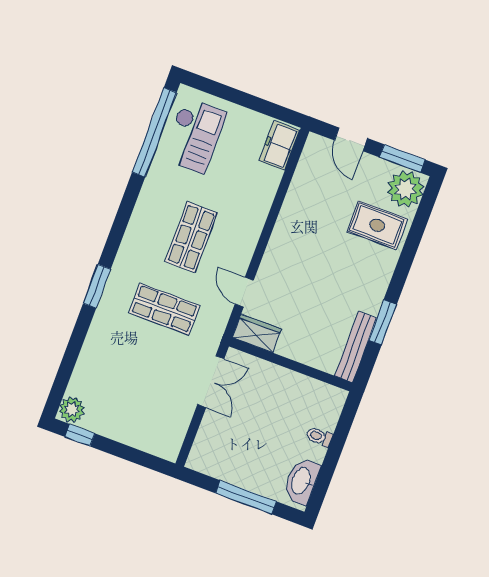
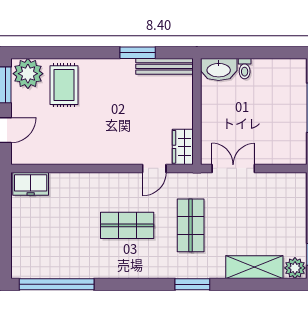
checkout: (194, 136) -> (48, 253), removed
shelving: (90, 364) -> (254, 267), added
washbasin: (302, 481) -> (219, 69), moved

